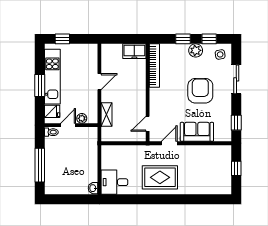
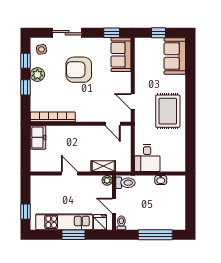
plant: (82, 118) -> (107, 180), moved
sofa: (197, 132) -> (121, 55), moved
toilet: (90, 136) -> (125, 183), added
desk: (114, 182) -> (147, 158), moved
sofa: (214, 184) -> (175, 56), added
washbasin: (93, 188) -> (161, 180), moved

